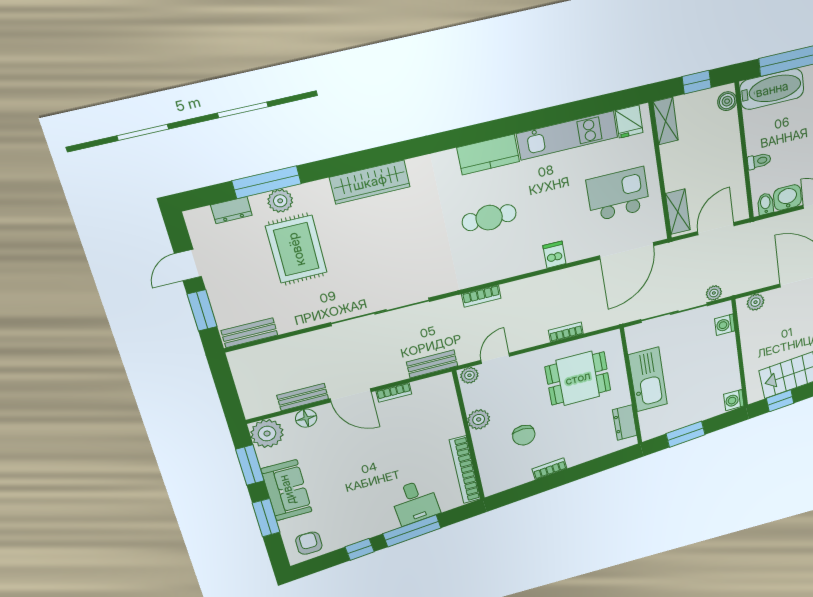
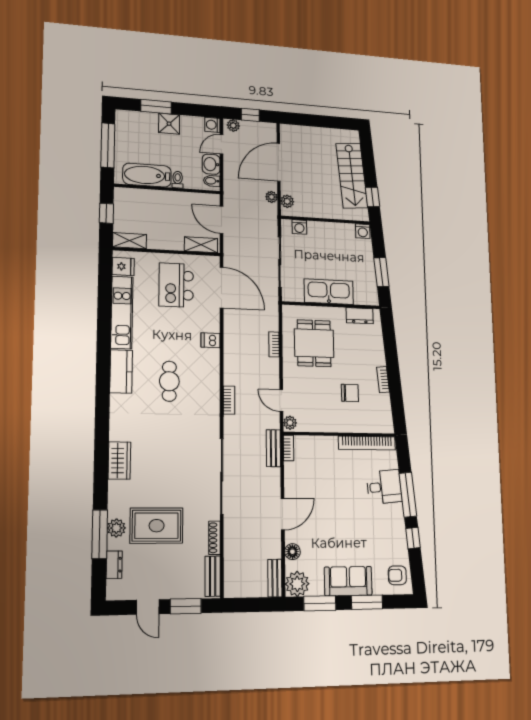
bathtub: (772, 89) -> (147, 175), moved, turned -90
boiler: (727, 101) -> (126, 194), removed
wardrobe: (370, 182) -> (119, 461), width x0.67
plant: (714, 293) -> (272, 197), moved
shoe rack: (299, 323) -> (215, 538), added
bookcase: (394, 392) -> (289, 448), moved
bench: (303, 397) -> (275, 578), moved
plant: (479, 419) -> (328, 424), removed

